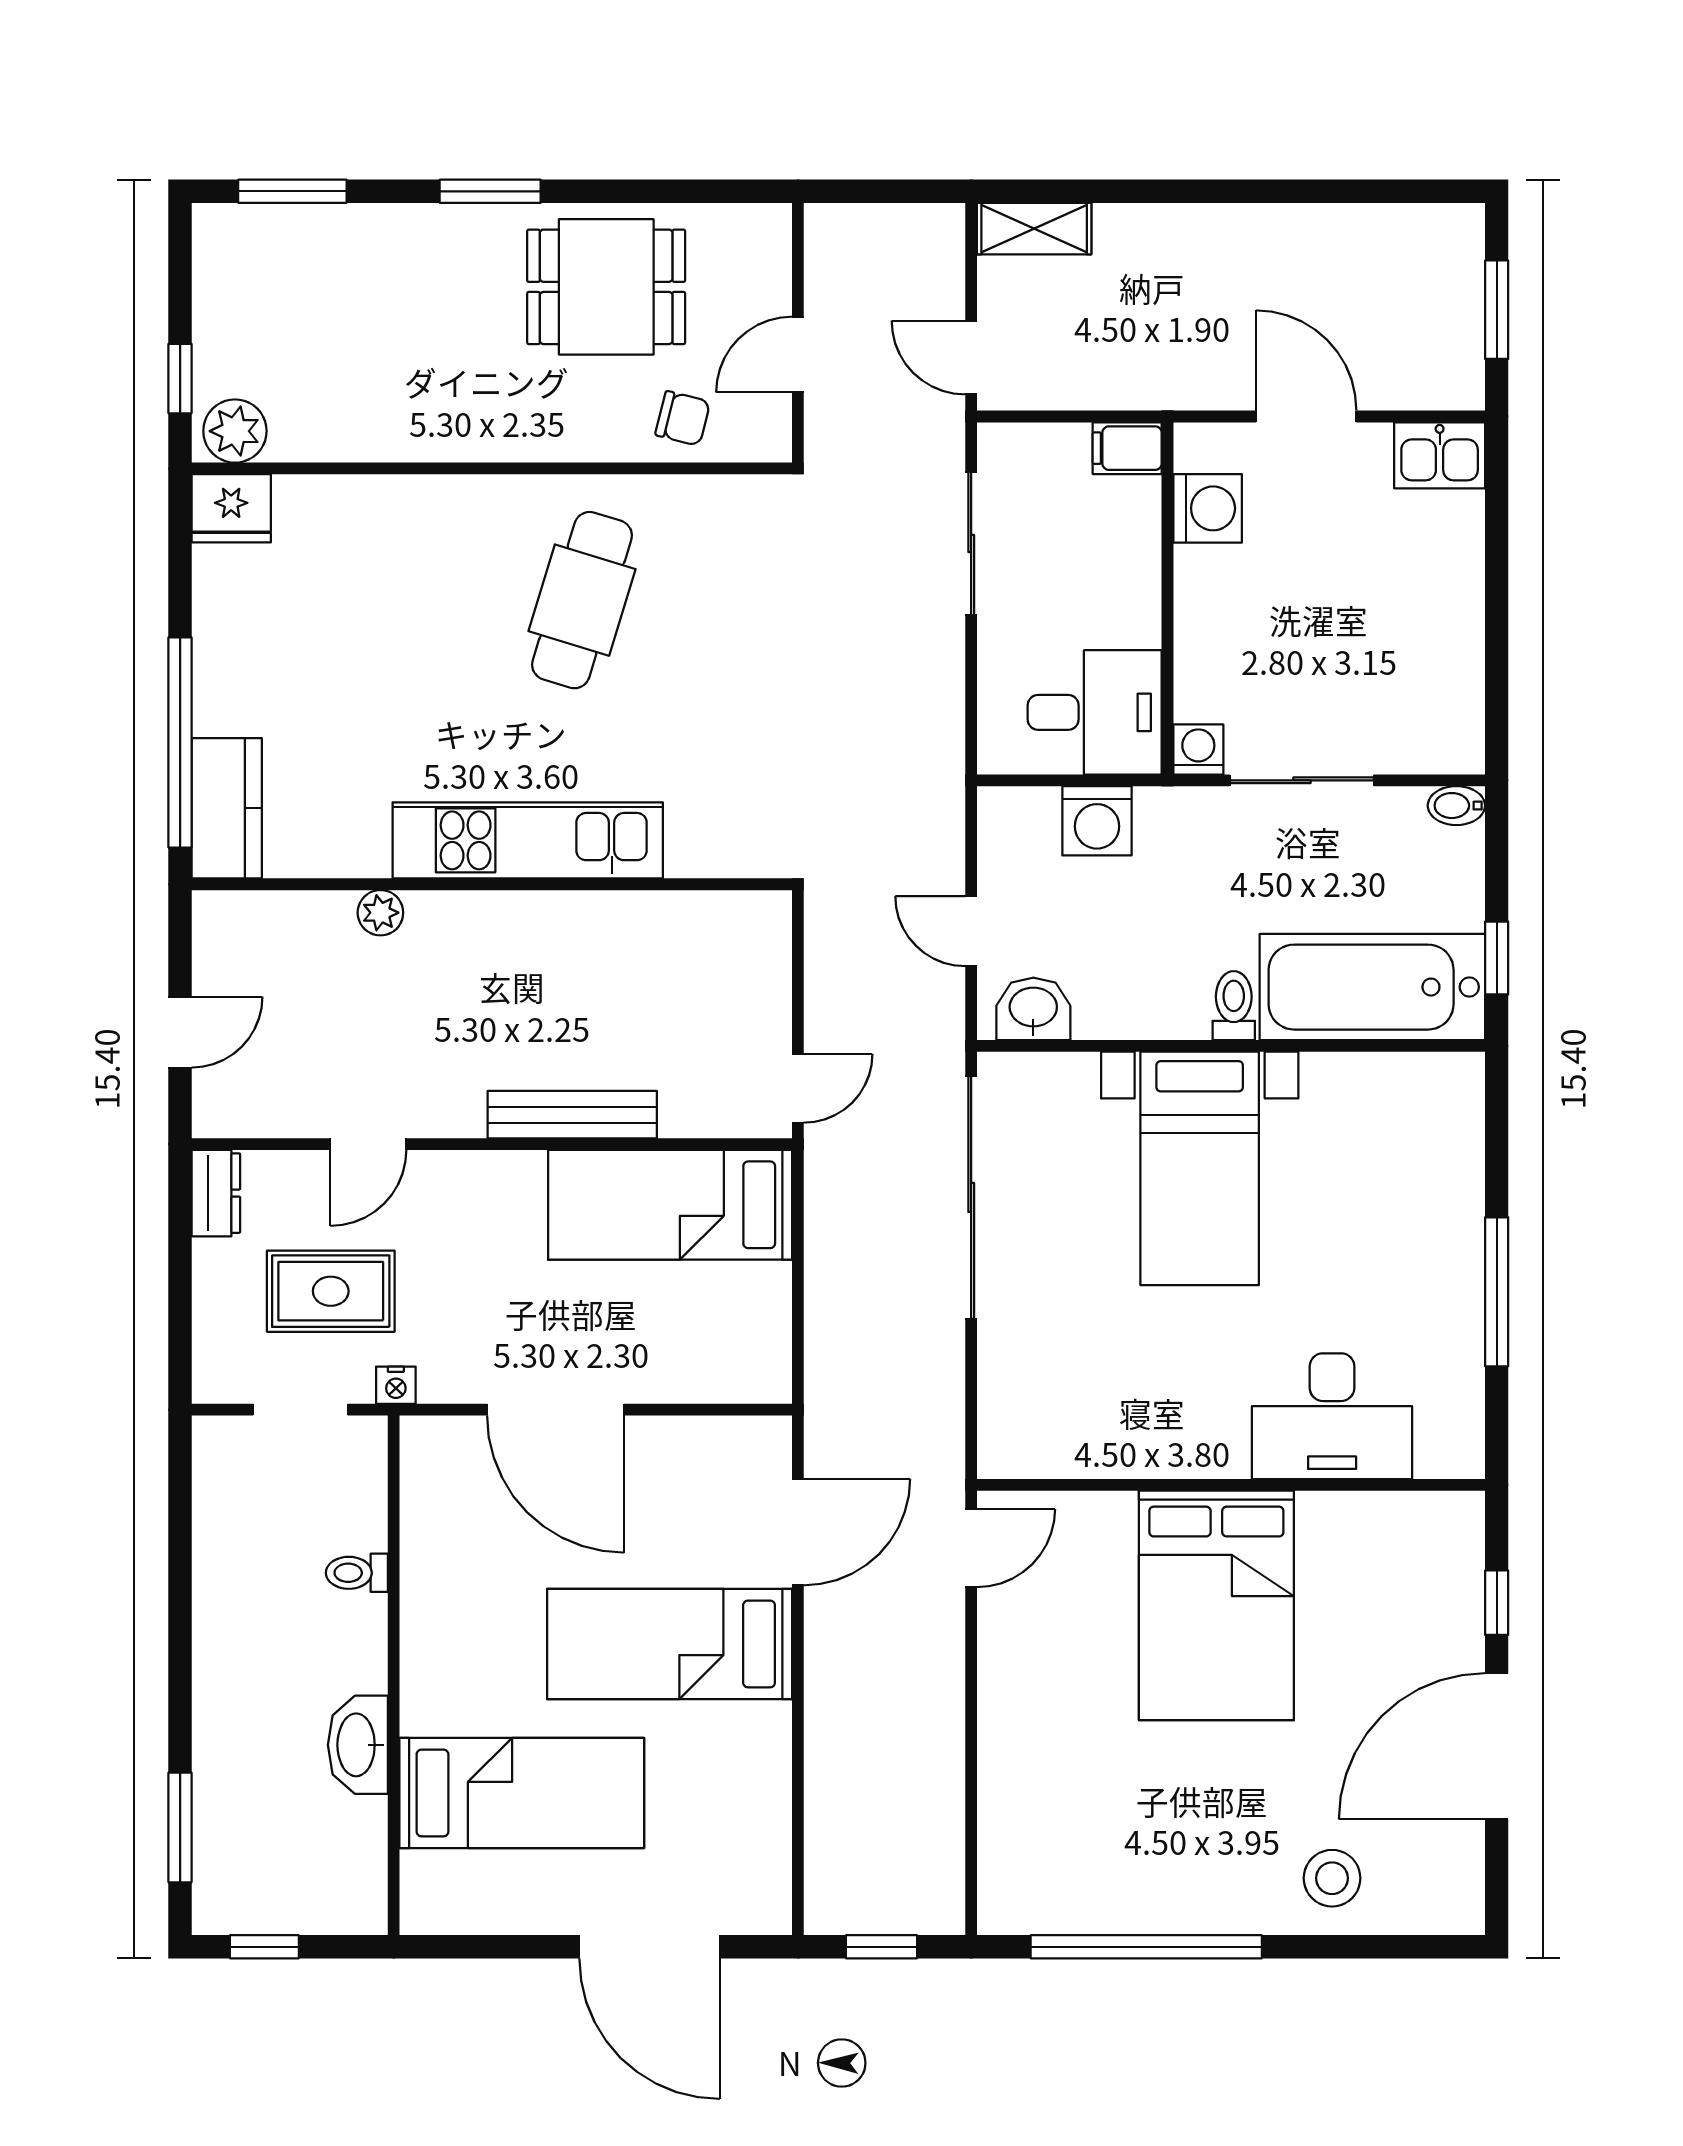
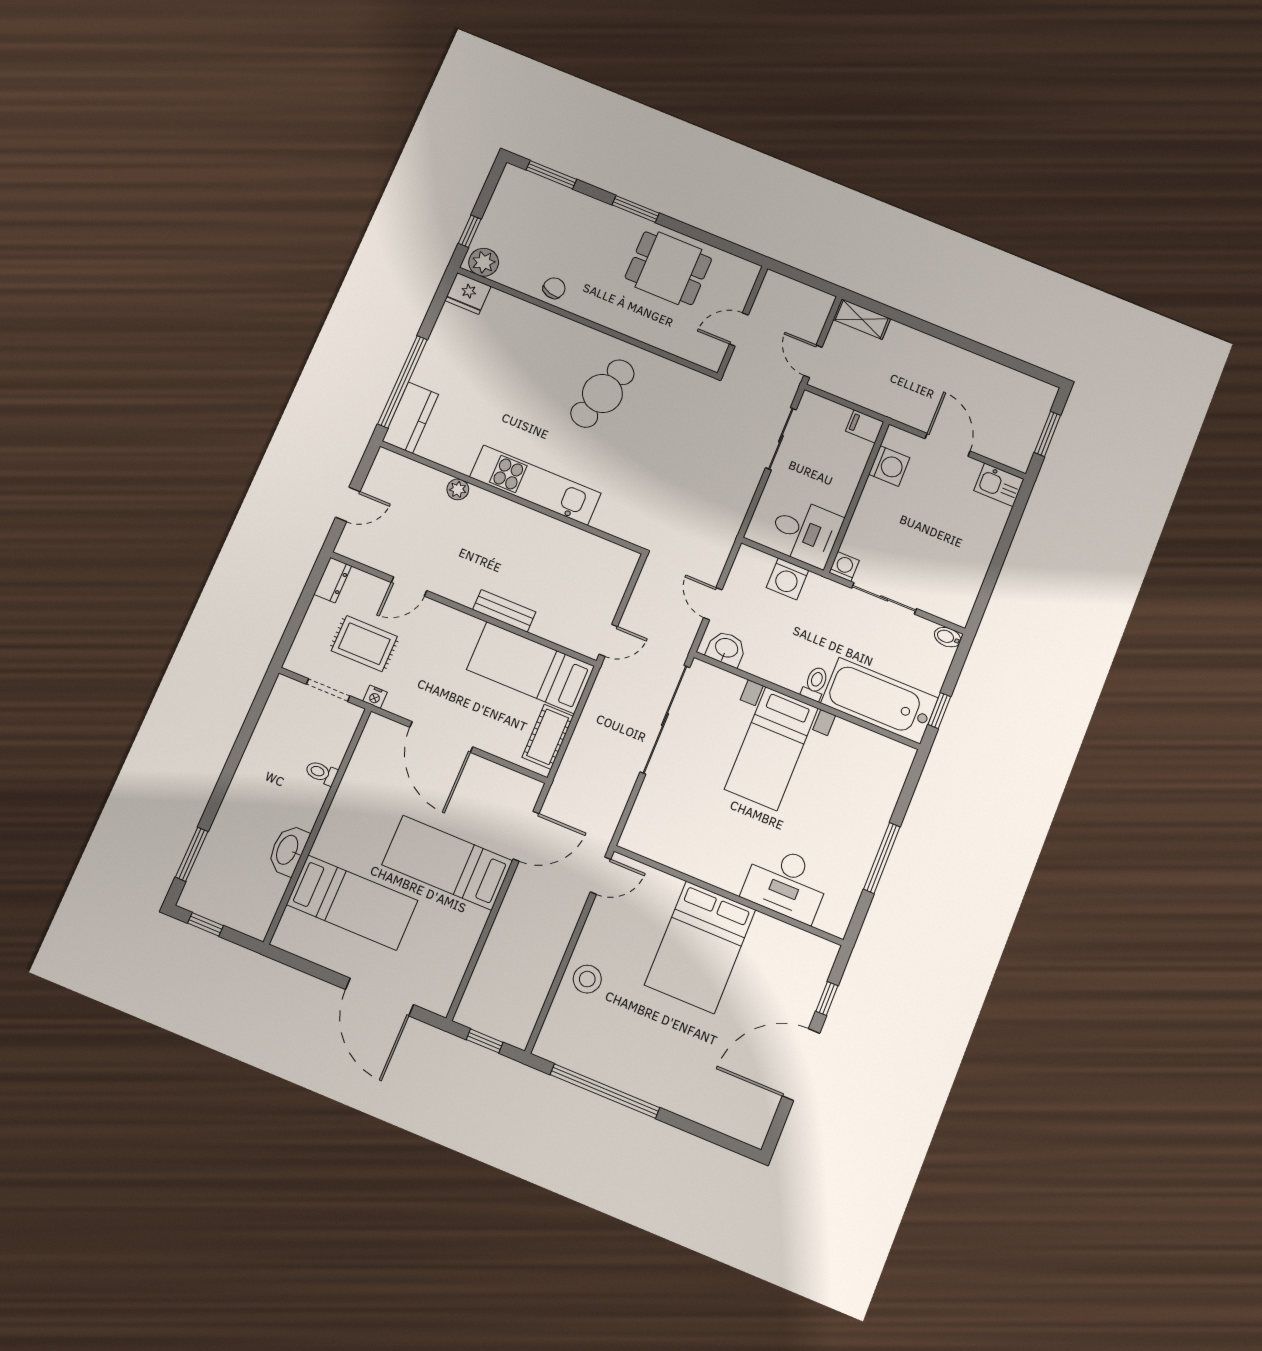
chair: (683, 418) -> (554, 288), moved, turned -89
bench: (572, 1115) -> (504, 611), width x0.73
cot: (759, 1325) -> (548, 737), added
stool: (1332, 1878) -> (587, 979), moved

